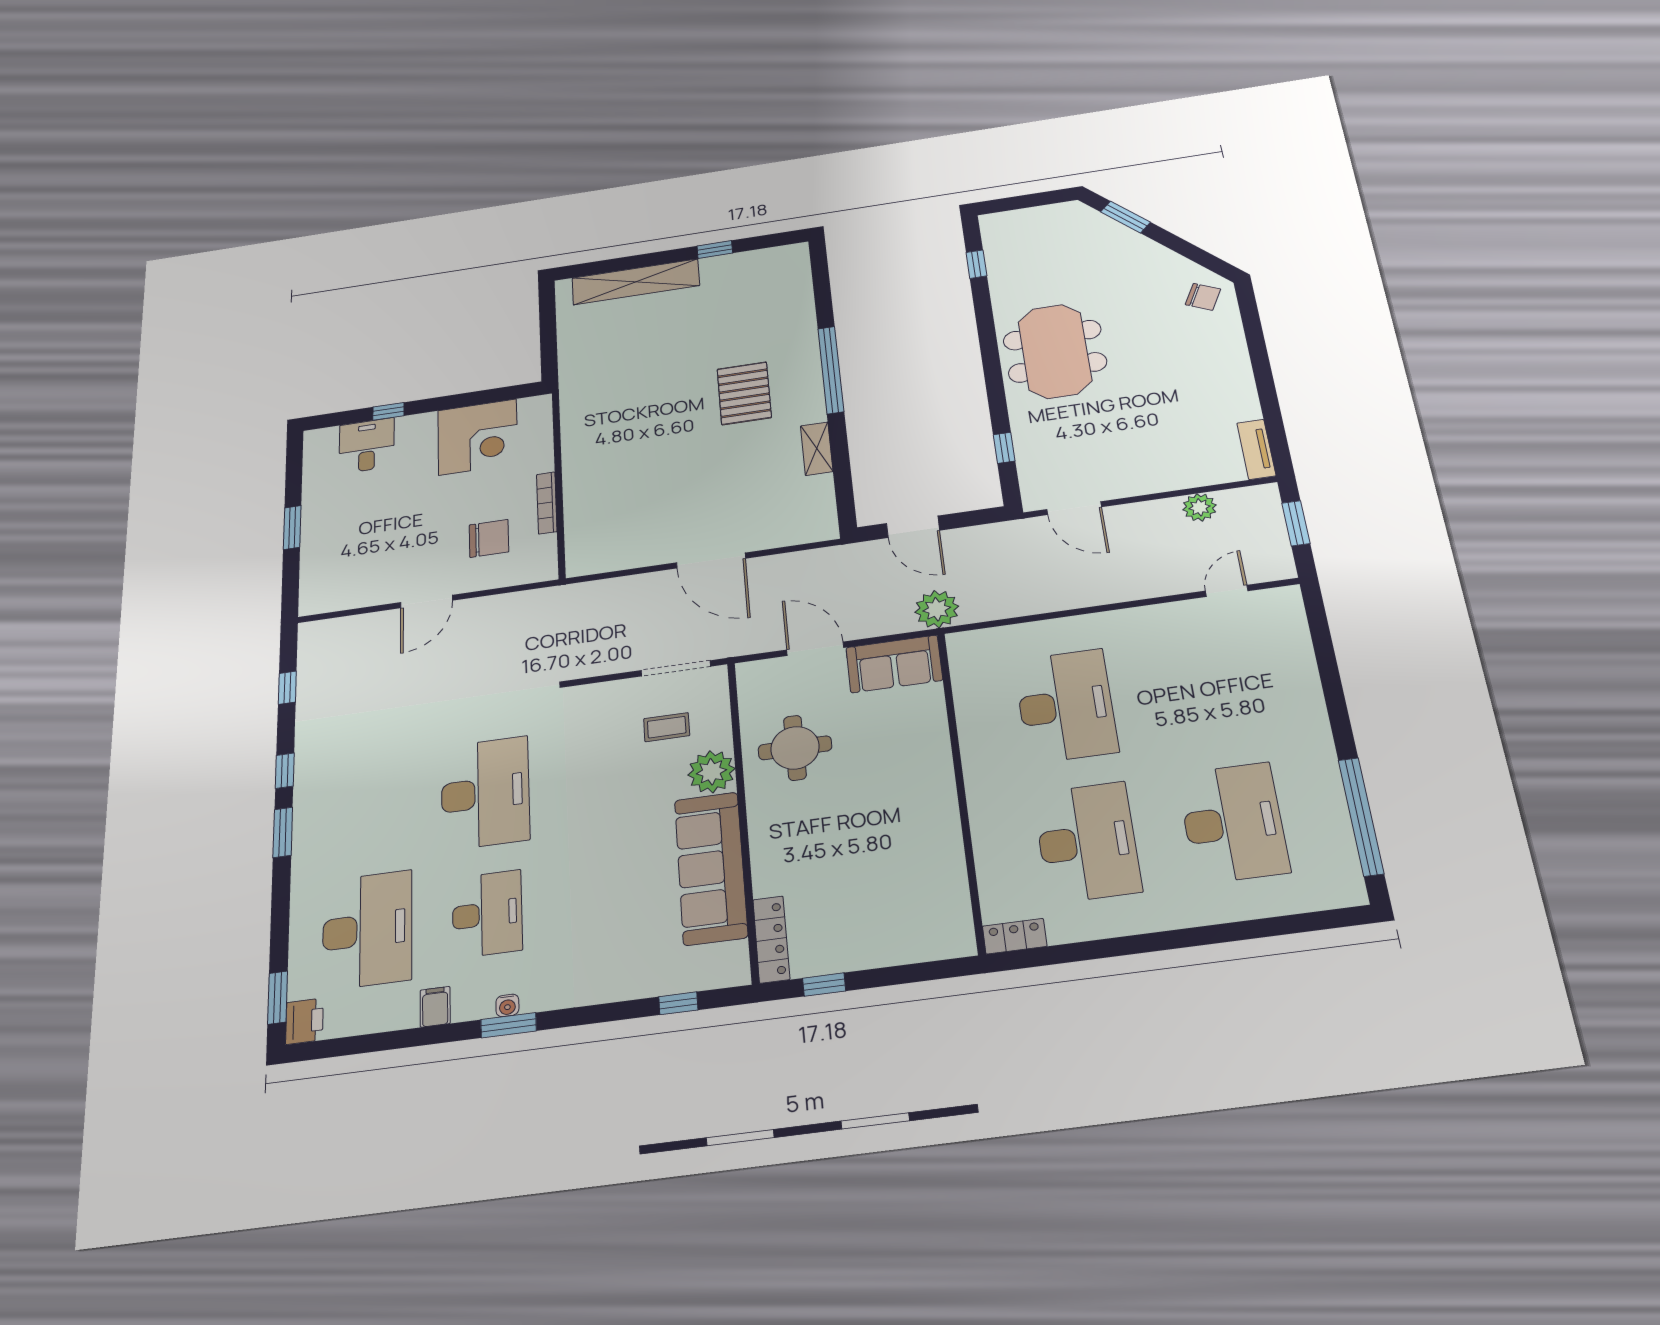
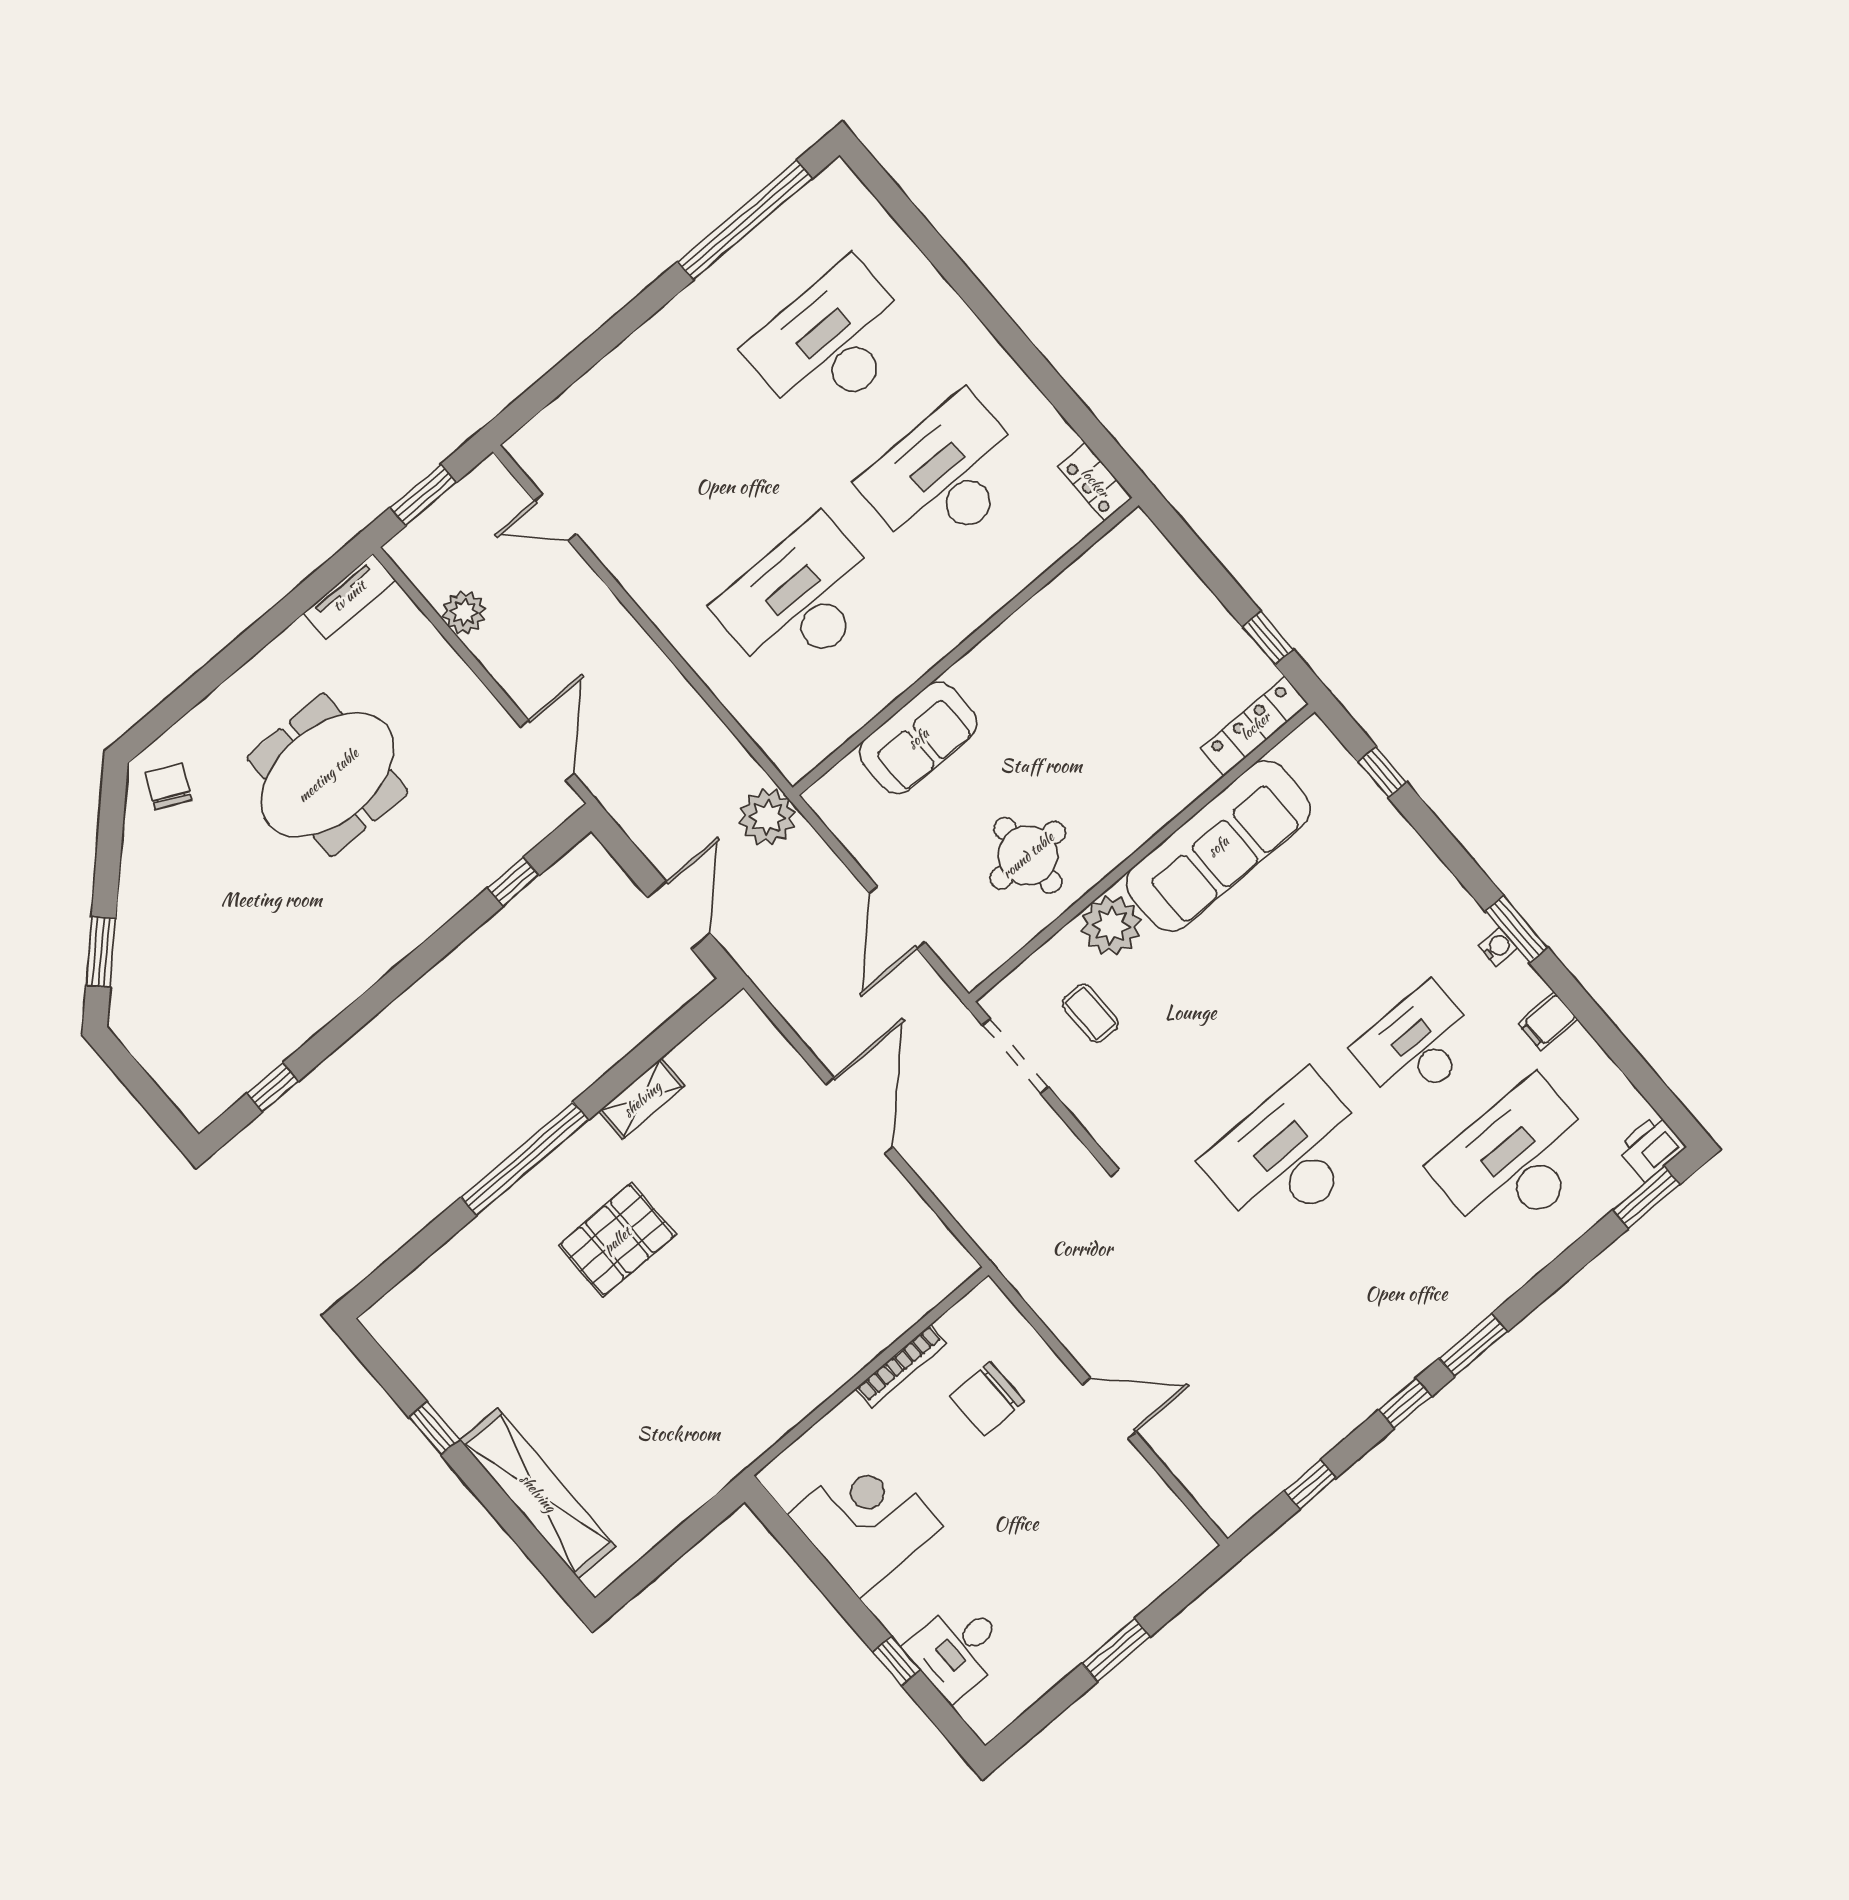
meeting table: (1055, 351) -> (328, 775), moved
chair: (489, 538) -> (987, 1399), turned -90
sofa: (894, 664) -> (918, 738), moved, turned 90

